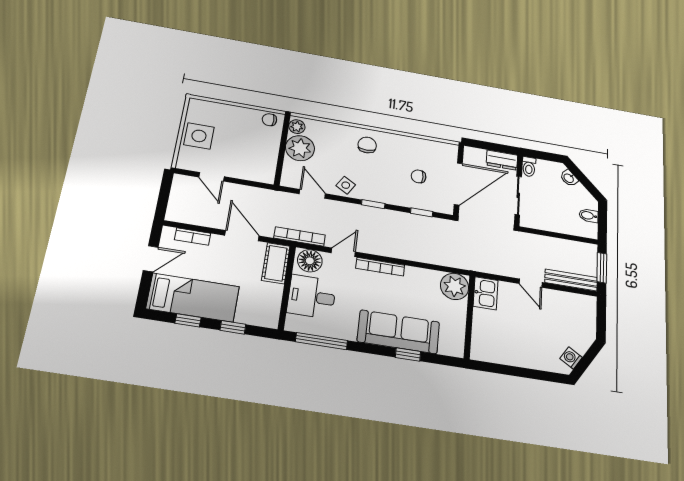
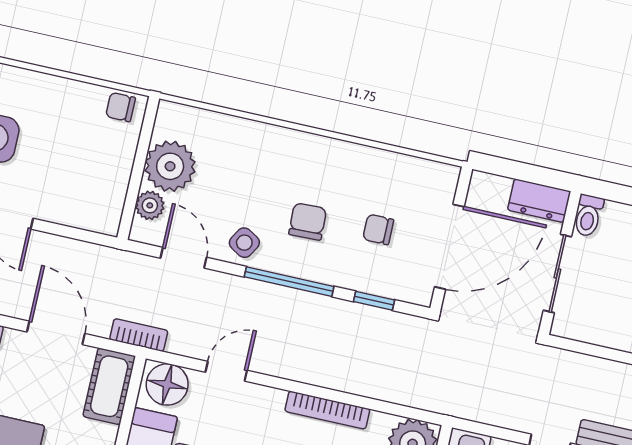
plant: (297, 127) -> (150, 205), moved
chair: (367, 145) -> (308, 221), moved
window: (373, 204) -> (289, 282), width x2.17
bookcase: (300, 236) -> (139, 335), width x0.64
bookcase: (380, 267) -> (327, 410), moved

